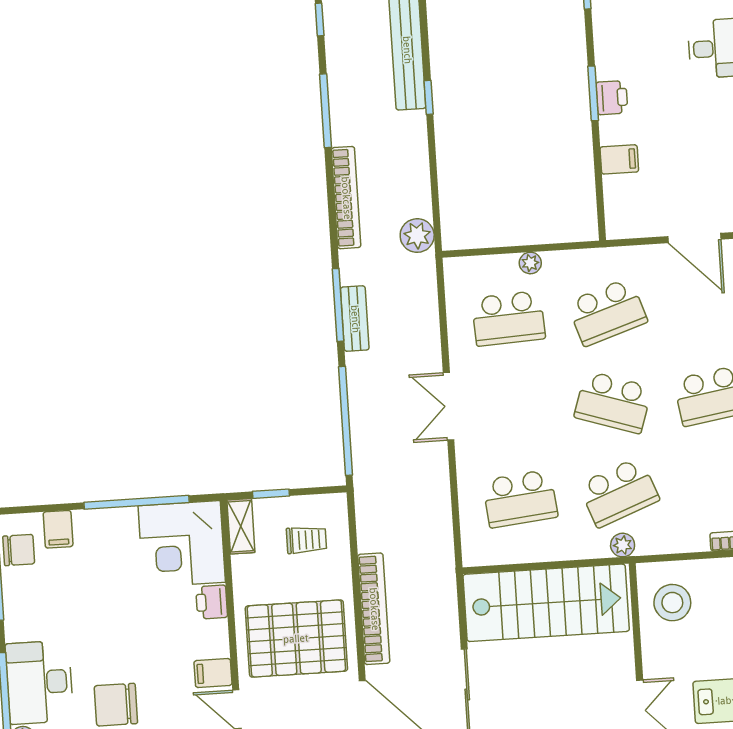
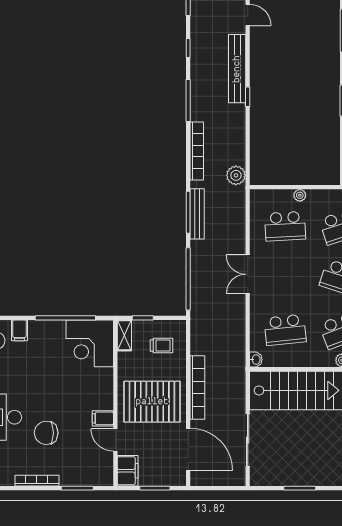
bench: (355, 319) -> (197, 214), width x1.36
washbasin: (472, 553) -> (256, 359), added
printer: (212, 602) -> (105, 378), removed

